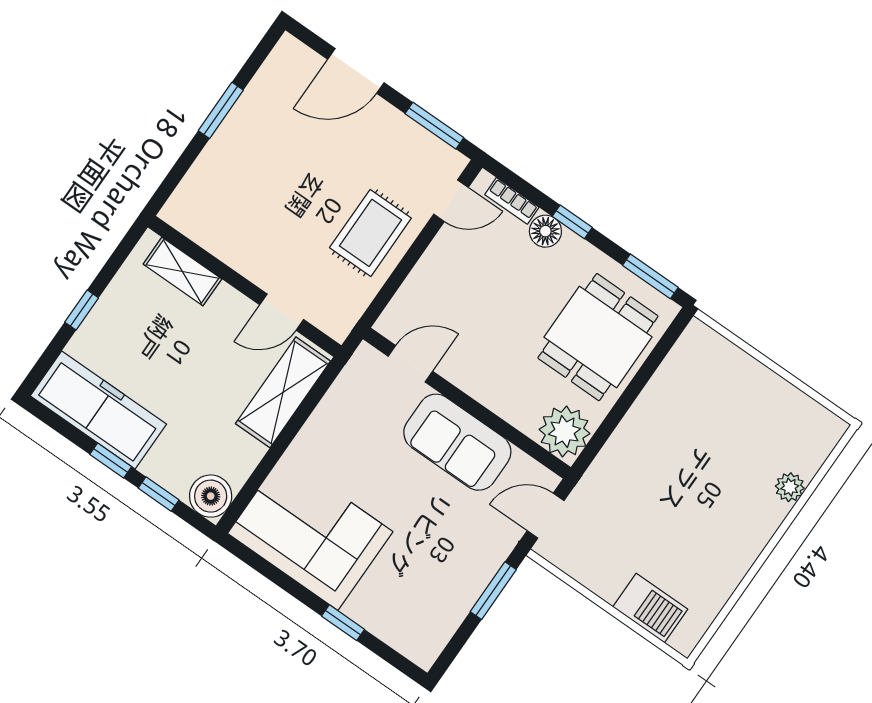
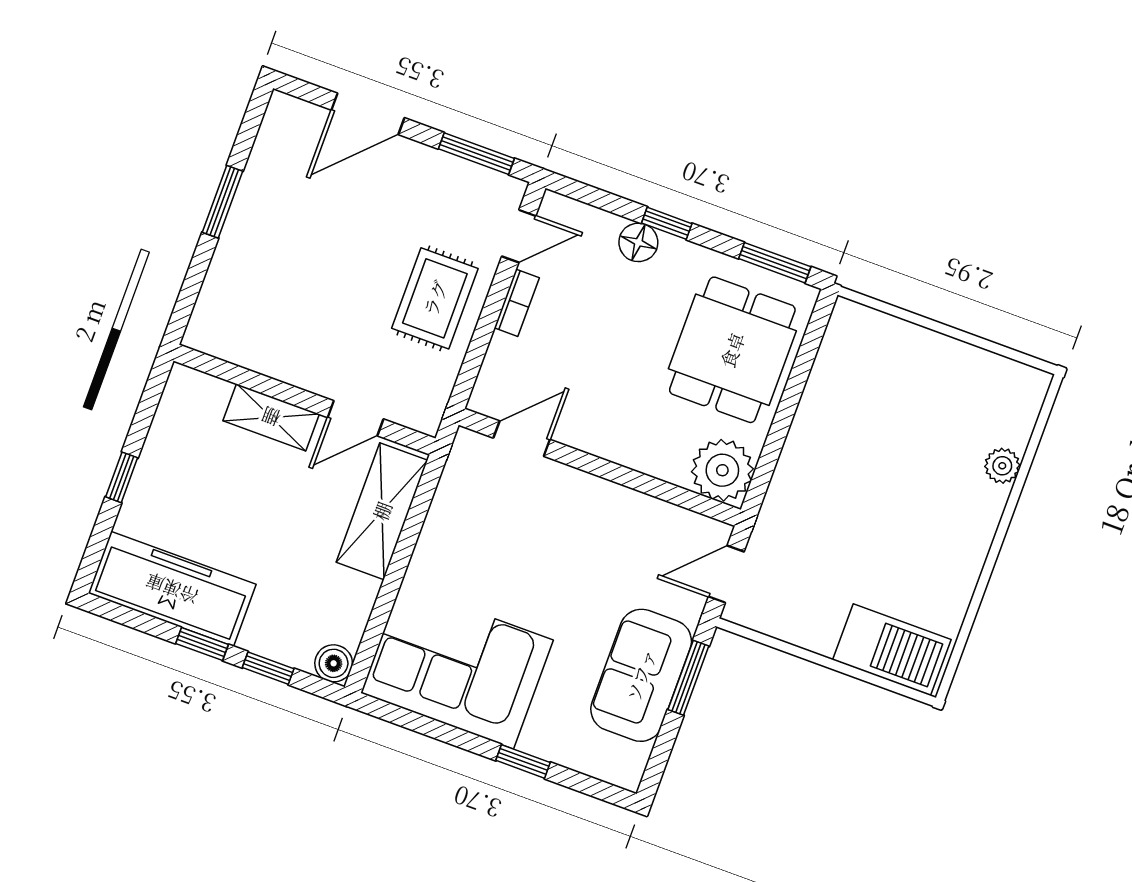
bookcase: (512, 201) -> (517, 303), moved, turned -90
shelving: (182, 272) -> (271, 417), moved
sofa: (457, 442) -> (641, 675), moved, turned 90
boiler: (211, 496) -> (334, 663), width x0.73, depth x0.73
barbecue: (650, 608) -> (892, 650), width x1.37, depth x1.21

